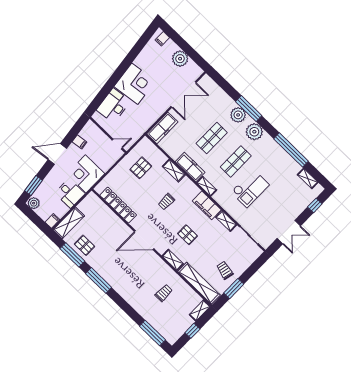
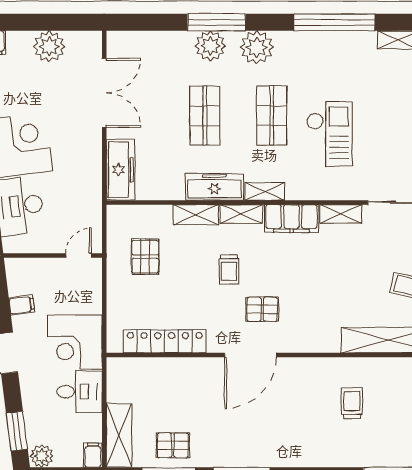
pallet: (187, 235) -> (262, 309), moved
shelving: (173, 260) -> (241, 214), moved

